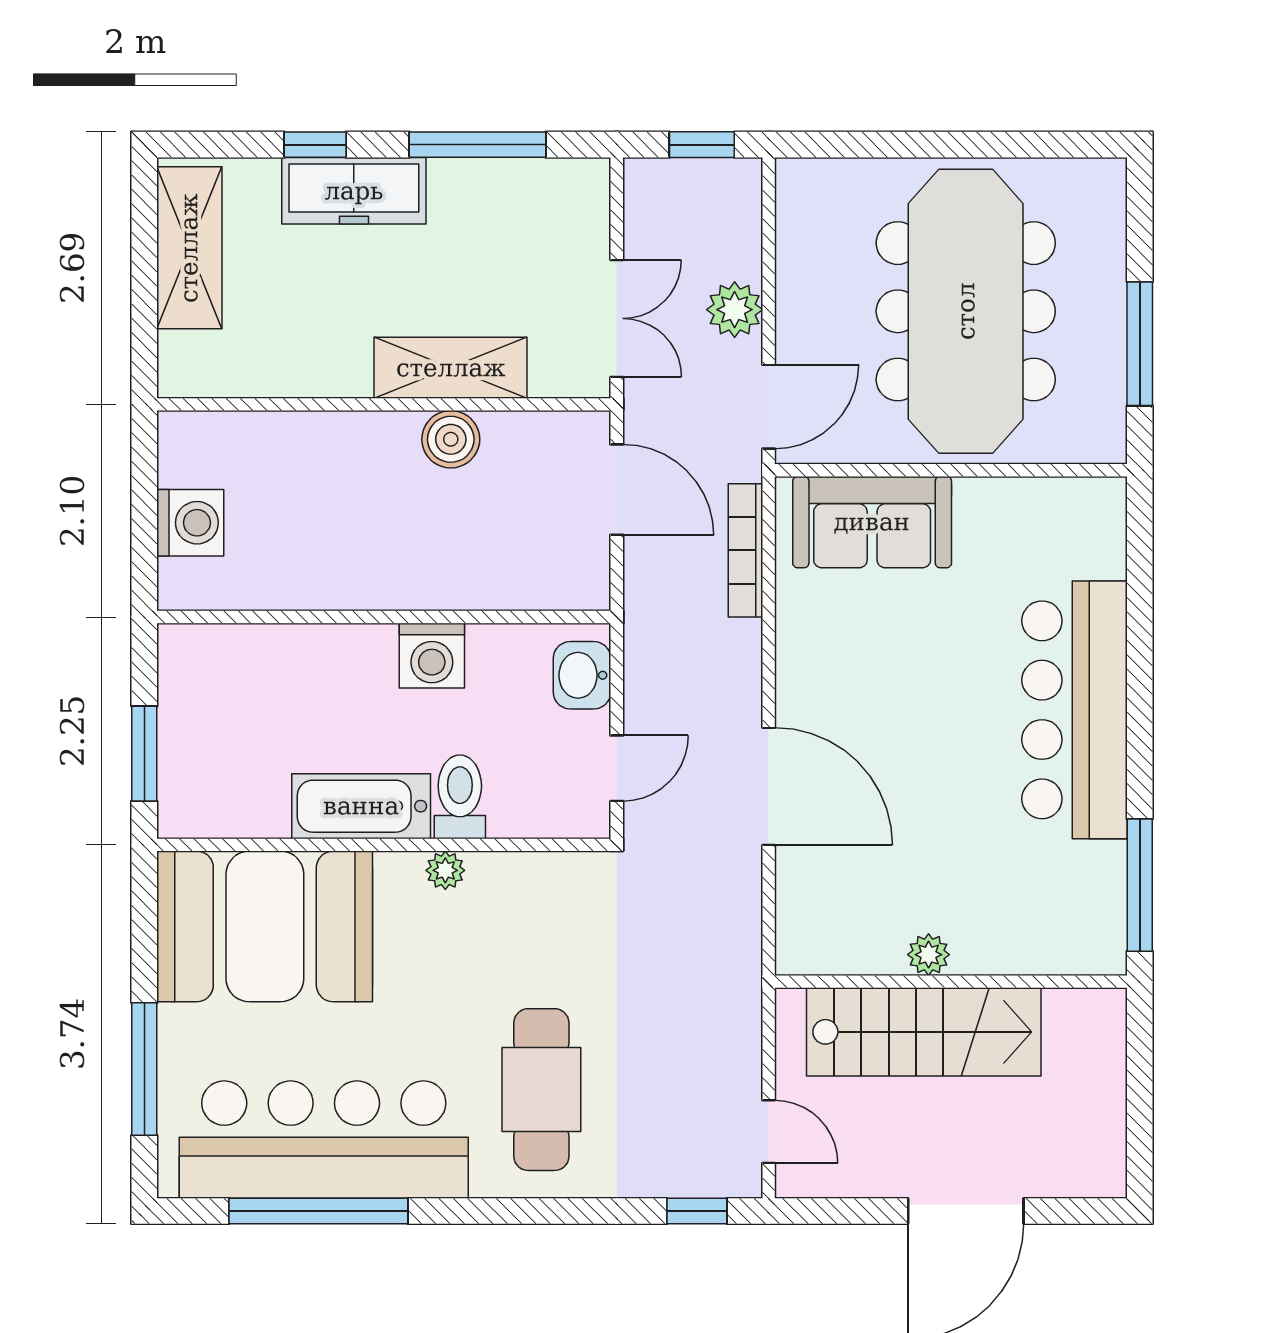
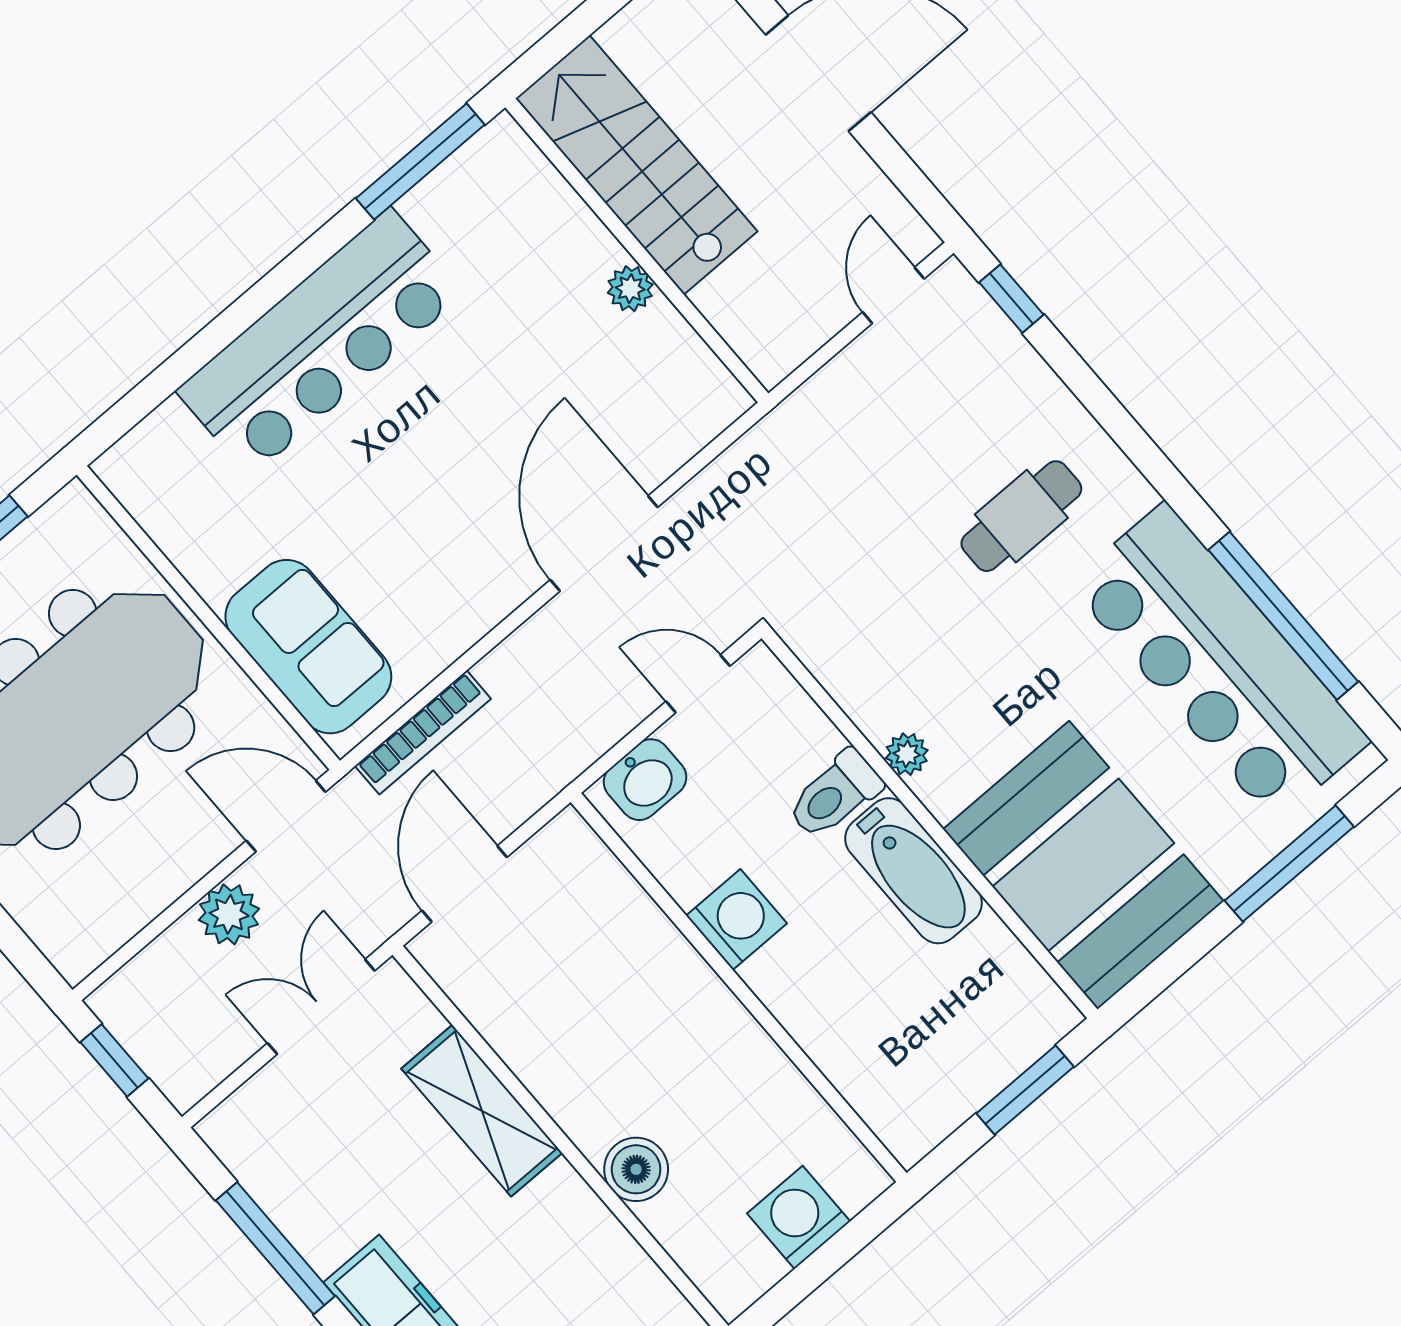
boiler: (451, 439) -> (636, 1169), moved
stairs: (924, 1032) -> (636, 165), moved
cafe table: (541, 1090) -> (1021, 516), width x0.73, depth x0.74

